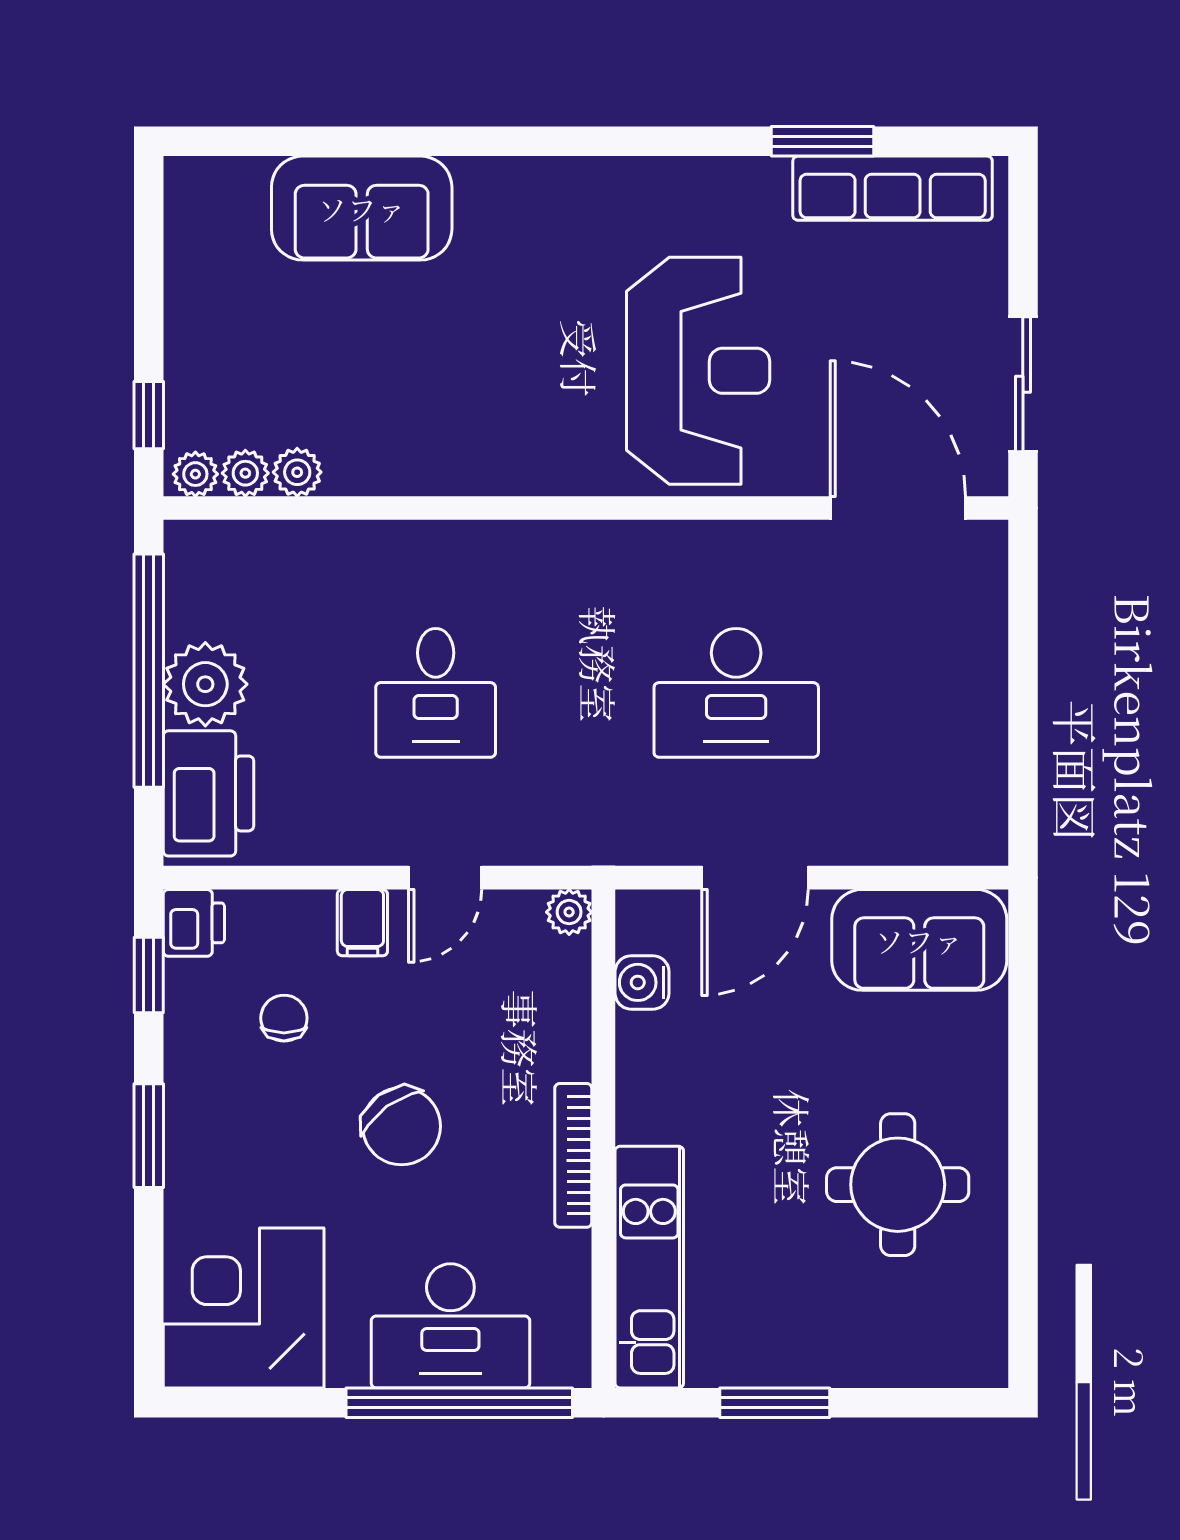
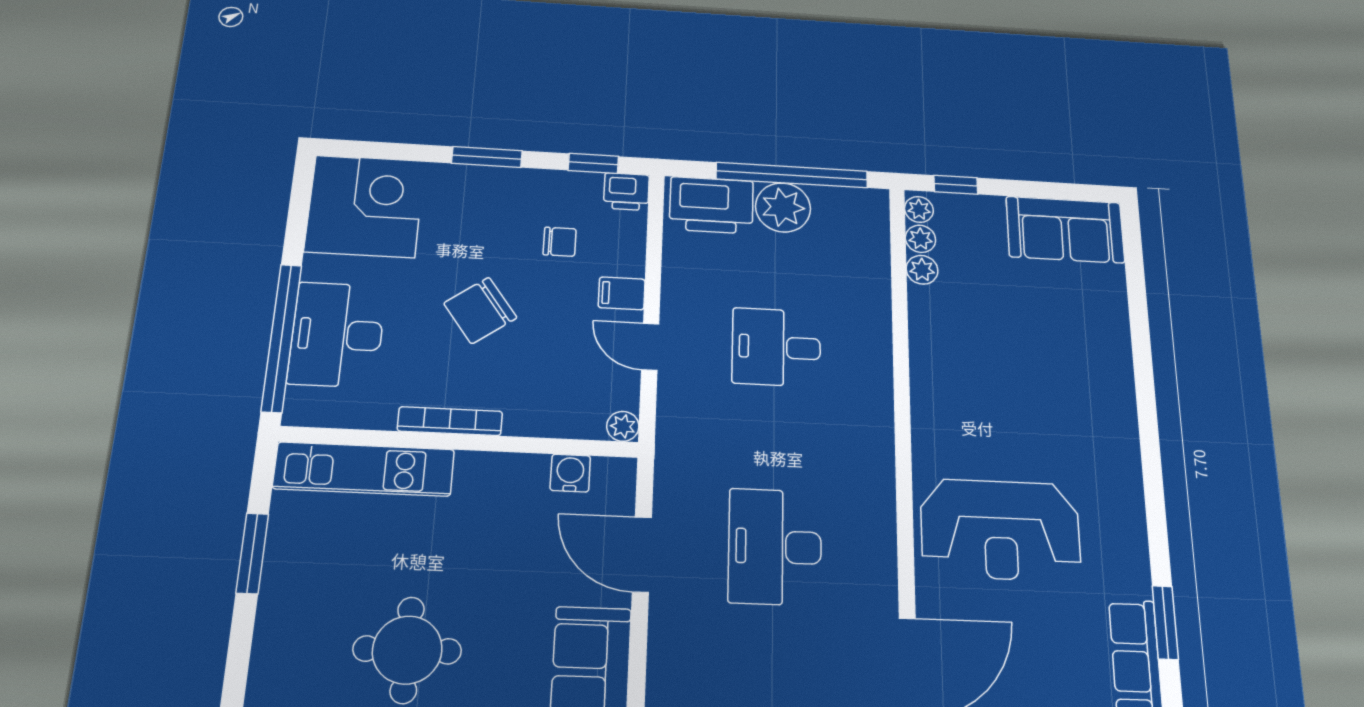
sofa: (362, 208) -> (1065, 230), moved, turned -90

